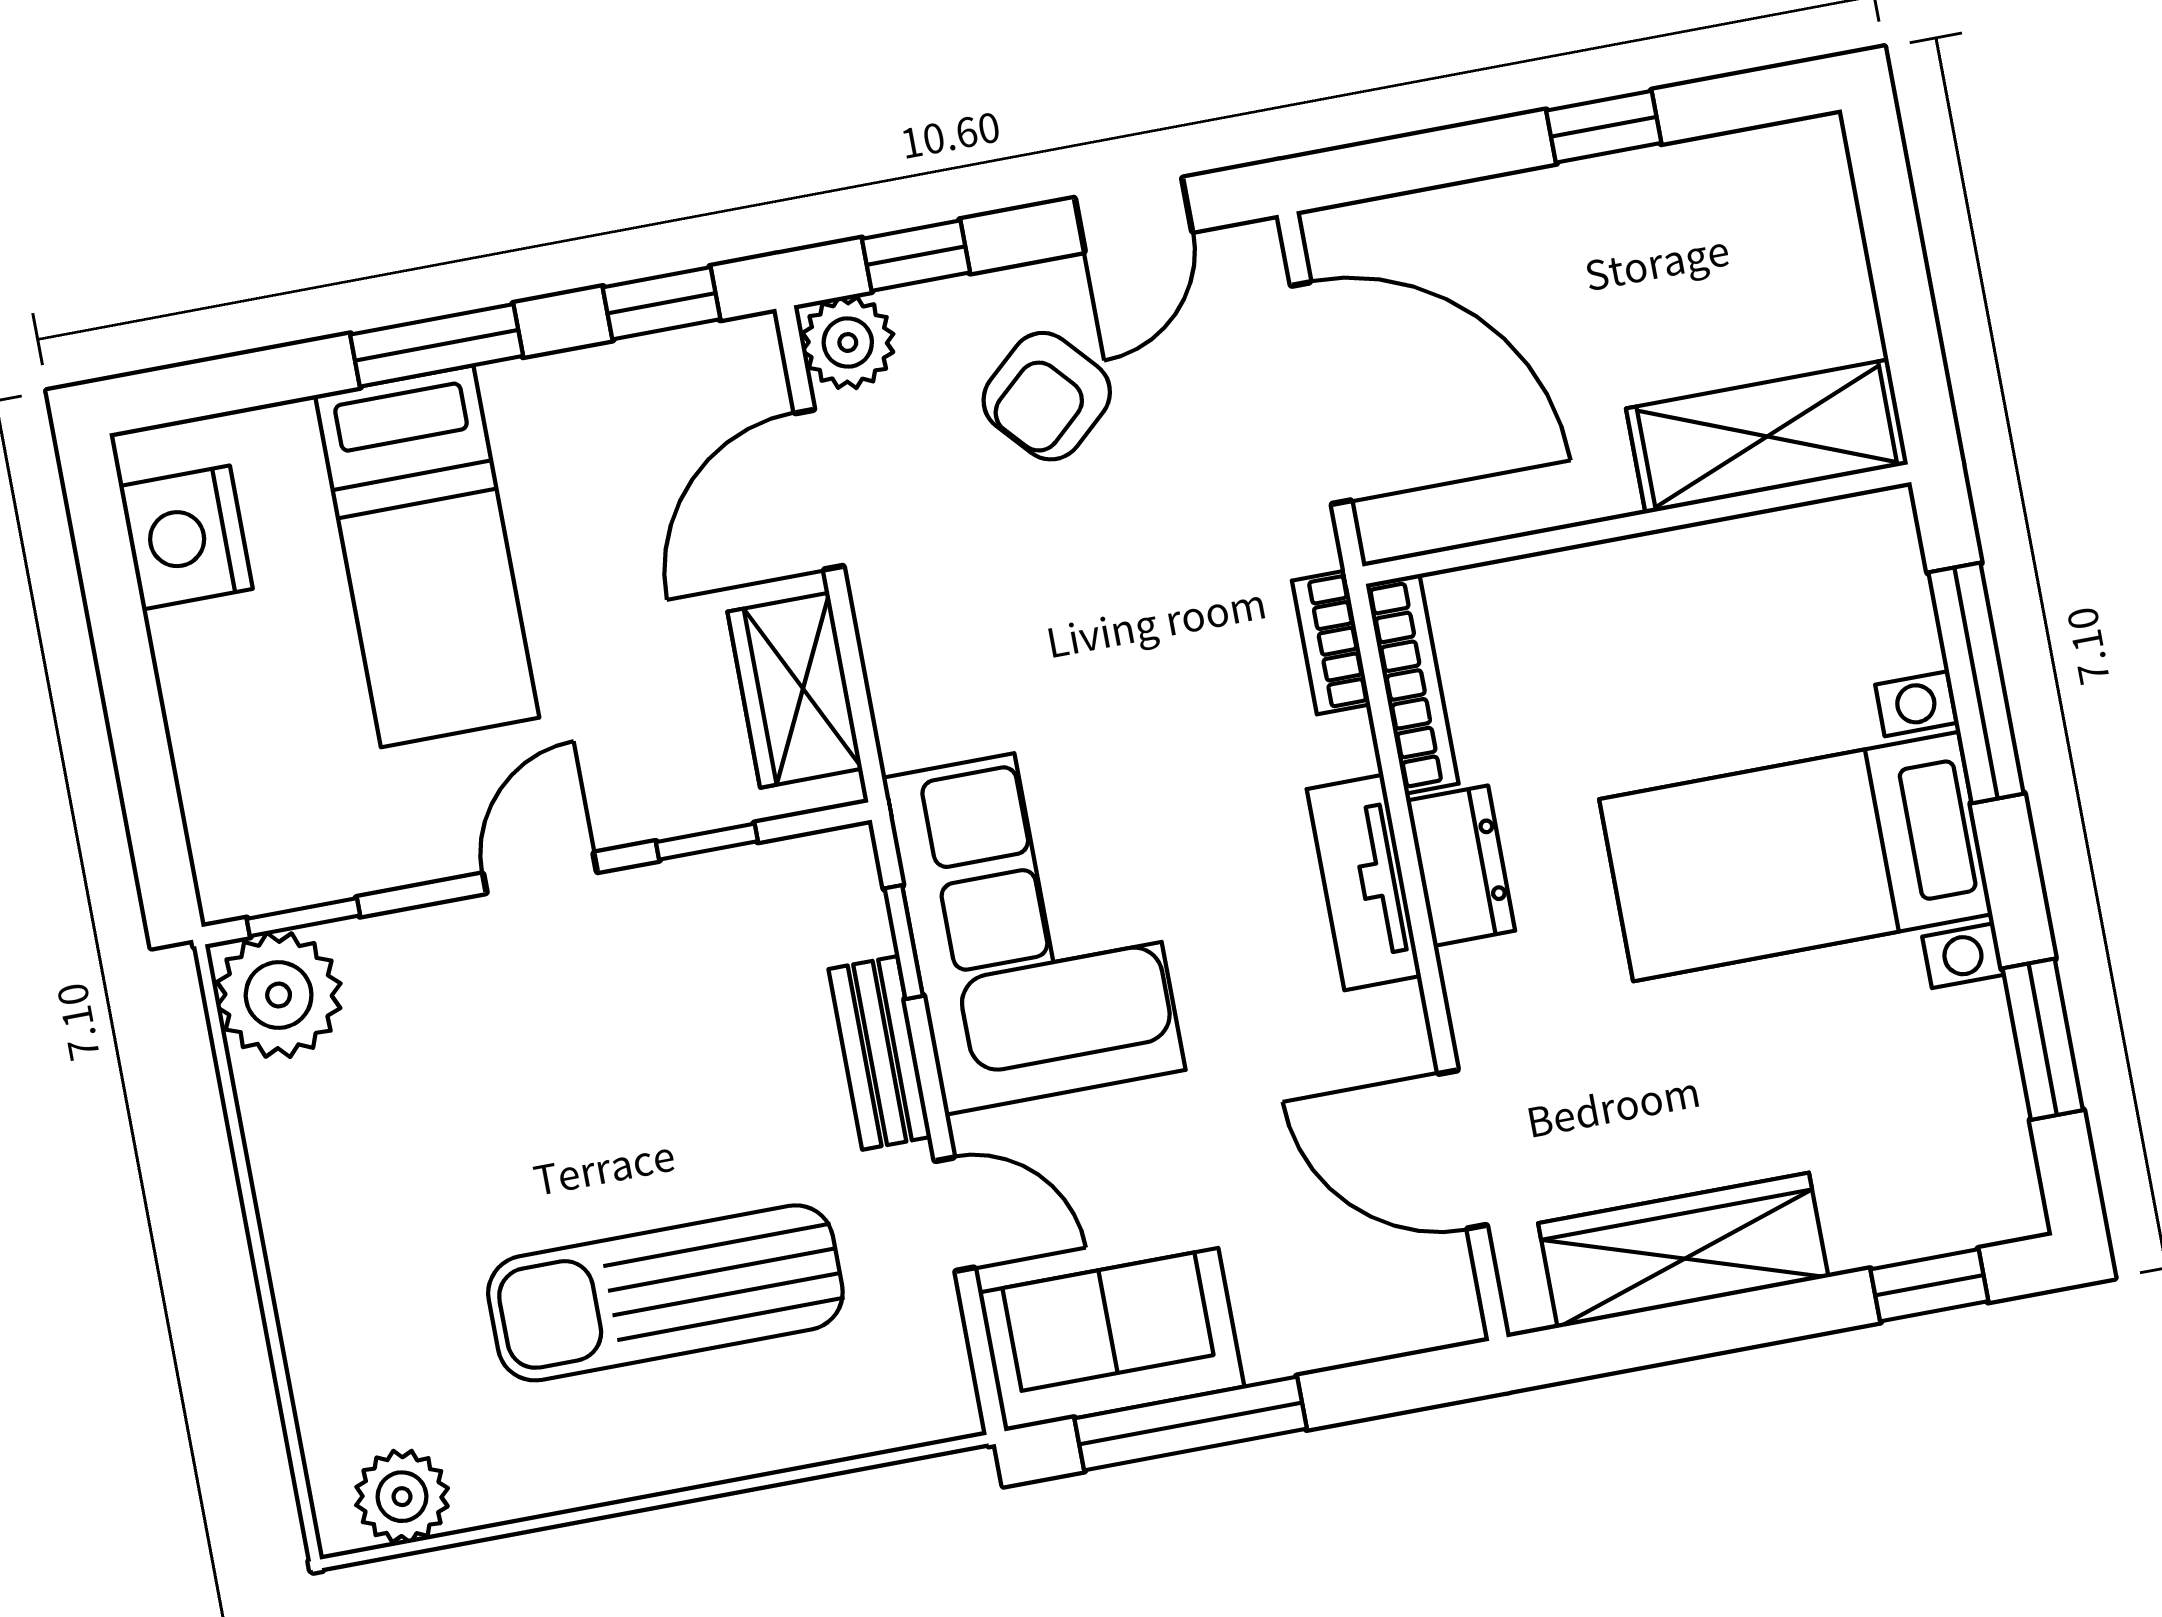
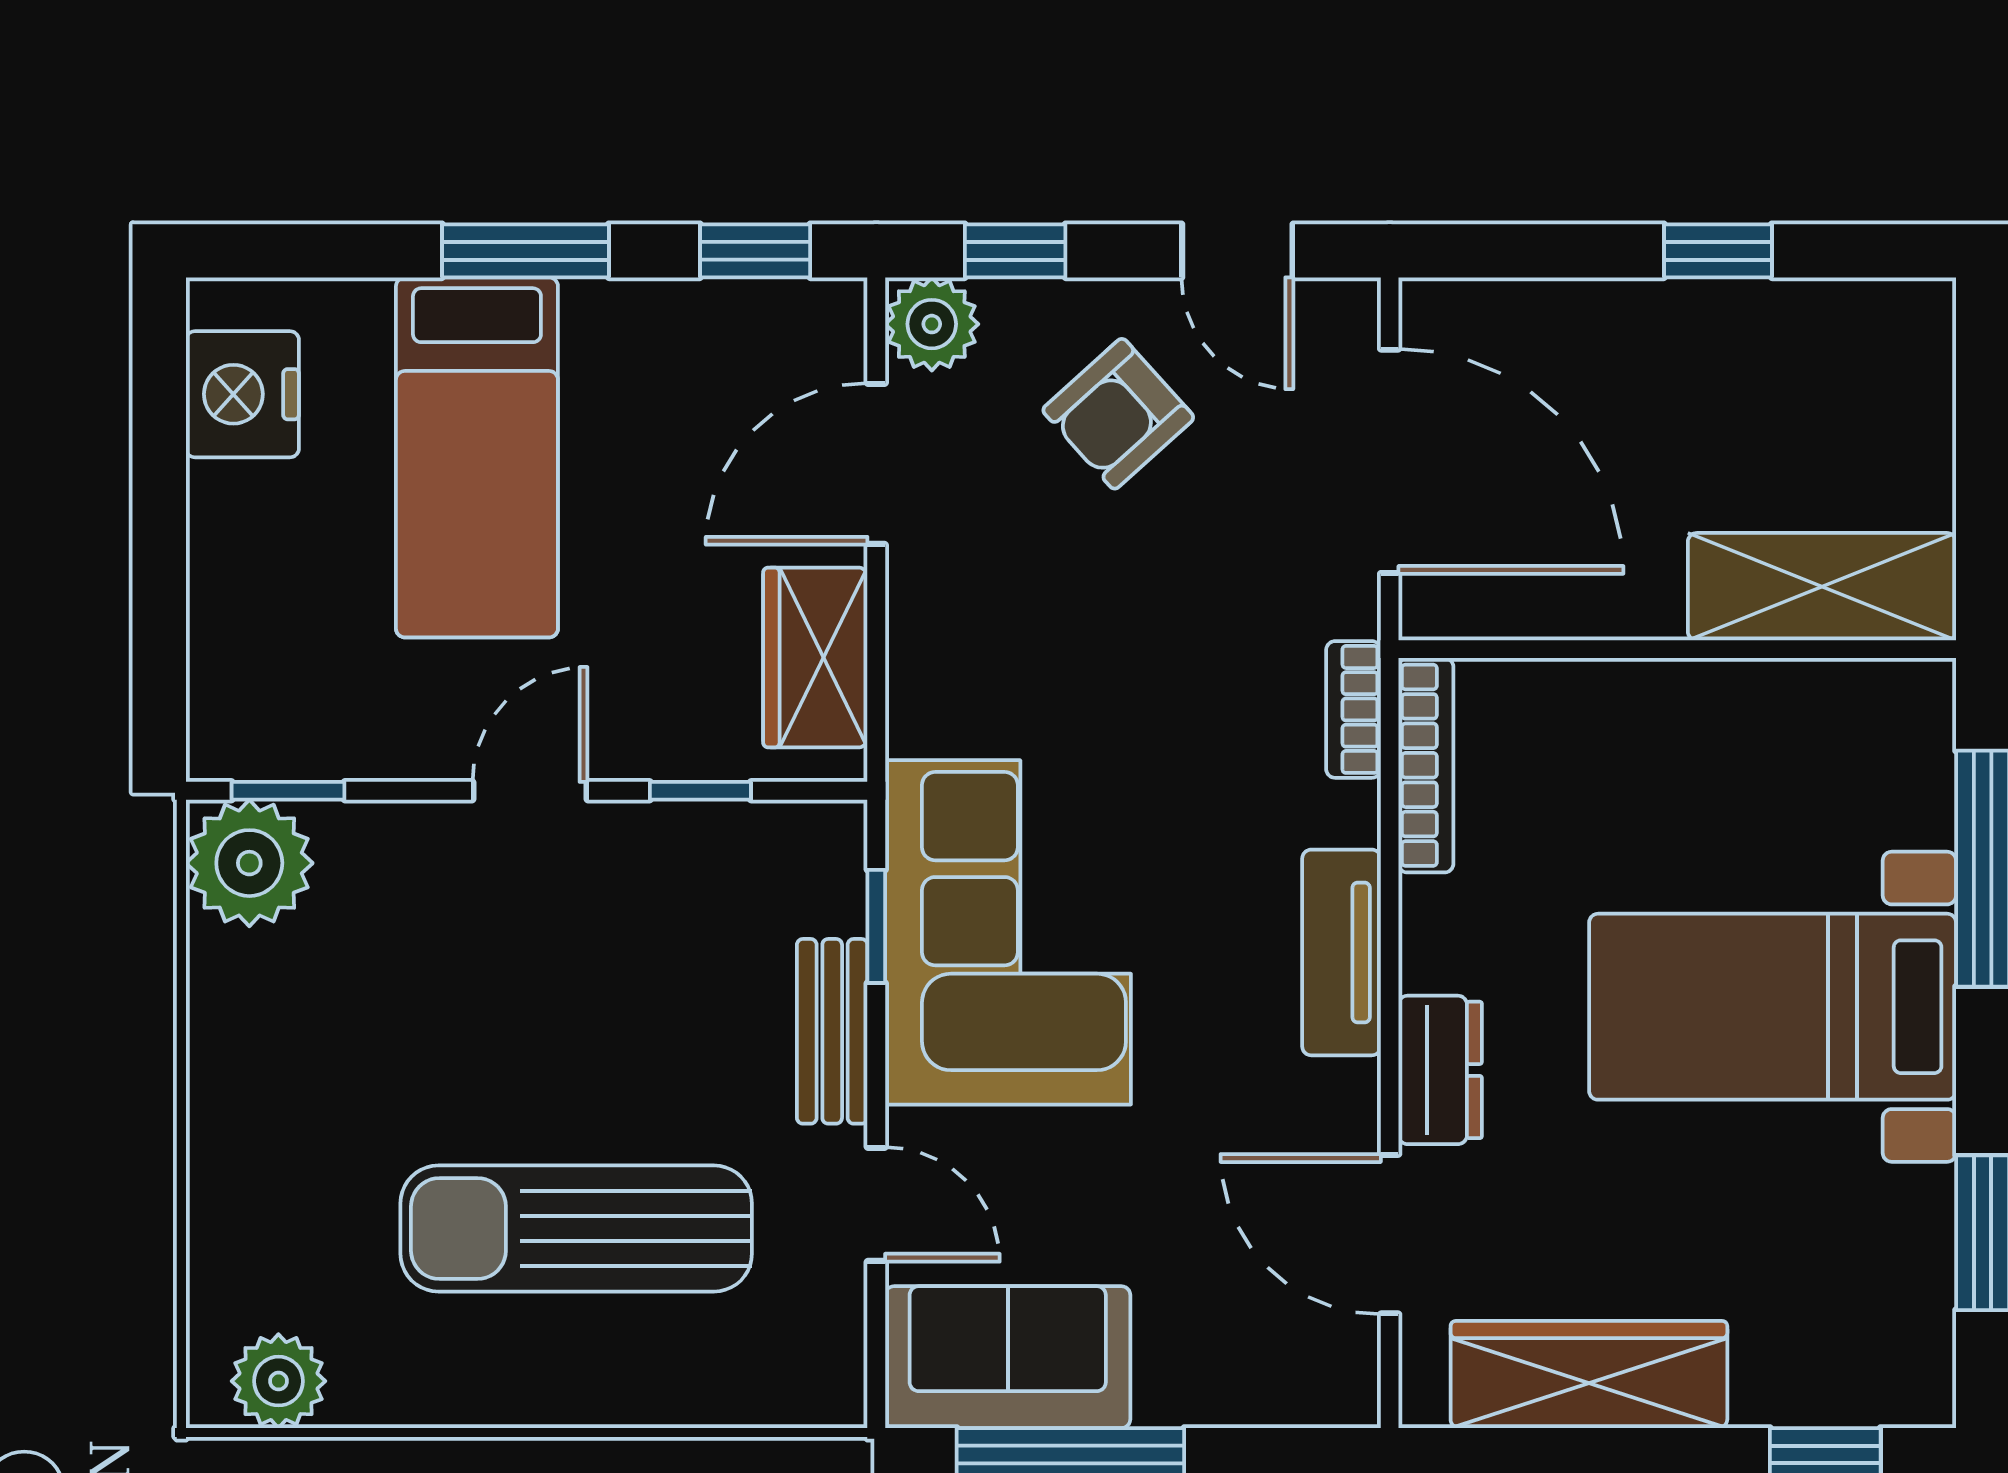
door: (1133, 215) -> (1237, 251), hinge flipped
dresser: (1461, 866) -> (1440, 1070), moved

